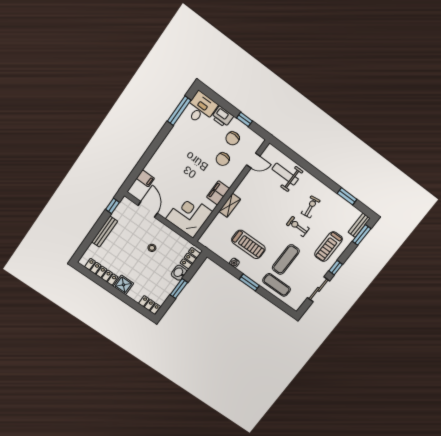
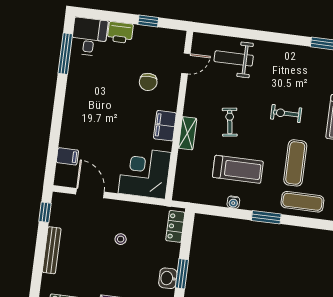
chair: (233, 138) -> (146, 51), removed
exercise bike: (311, 207) -> (230, 122), moved
washbasin: (179, 273) -> (168, 278), moved

